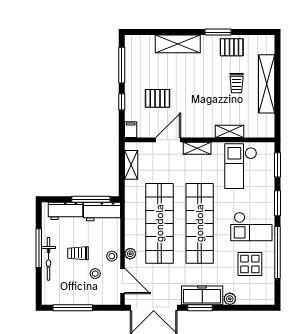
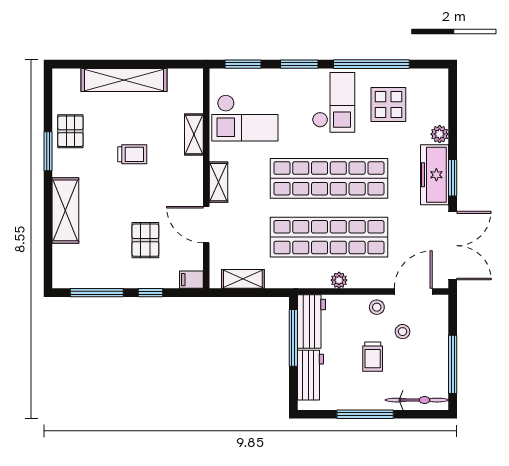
trolley: (237, 83) -> (132, 154), moved
plant: (130, 254) -> (339, 280), moved
bicycle: (49, 259) -> (417, 400), moved

